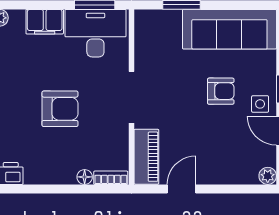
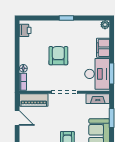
fireplace: (144, 32) -> (98, 99), added
armchair: (60, 109) -> (58, 56), turned 180

